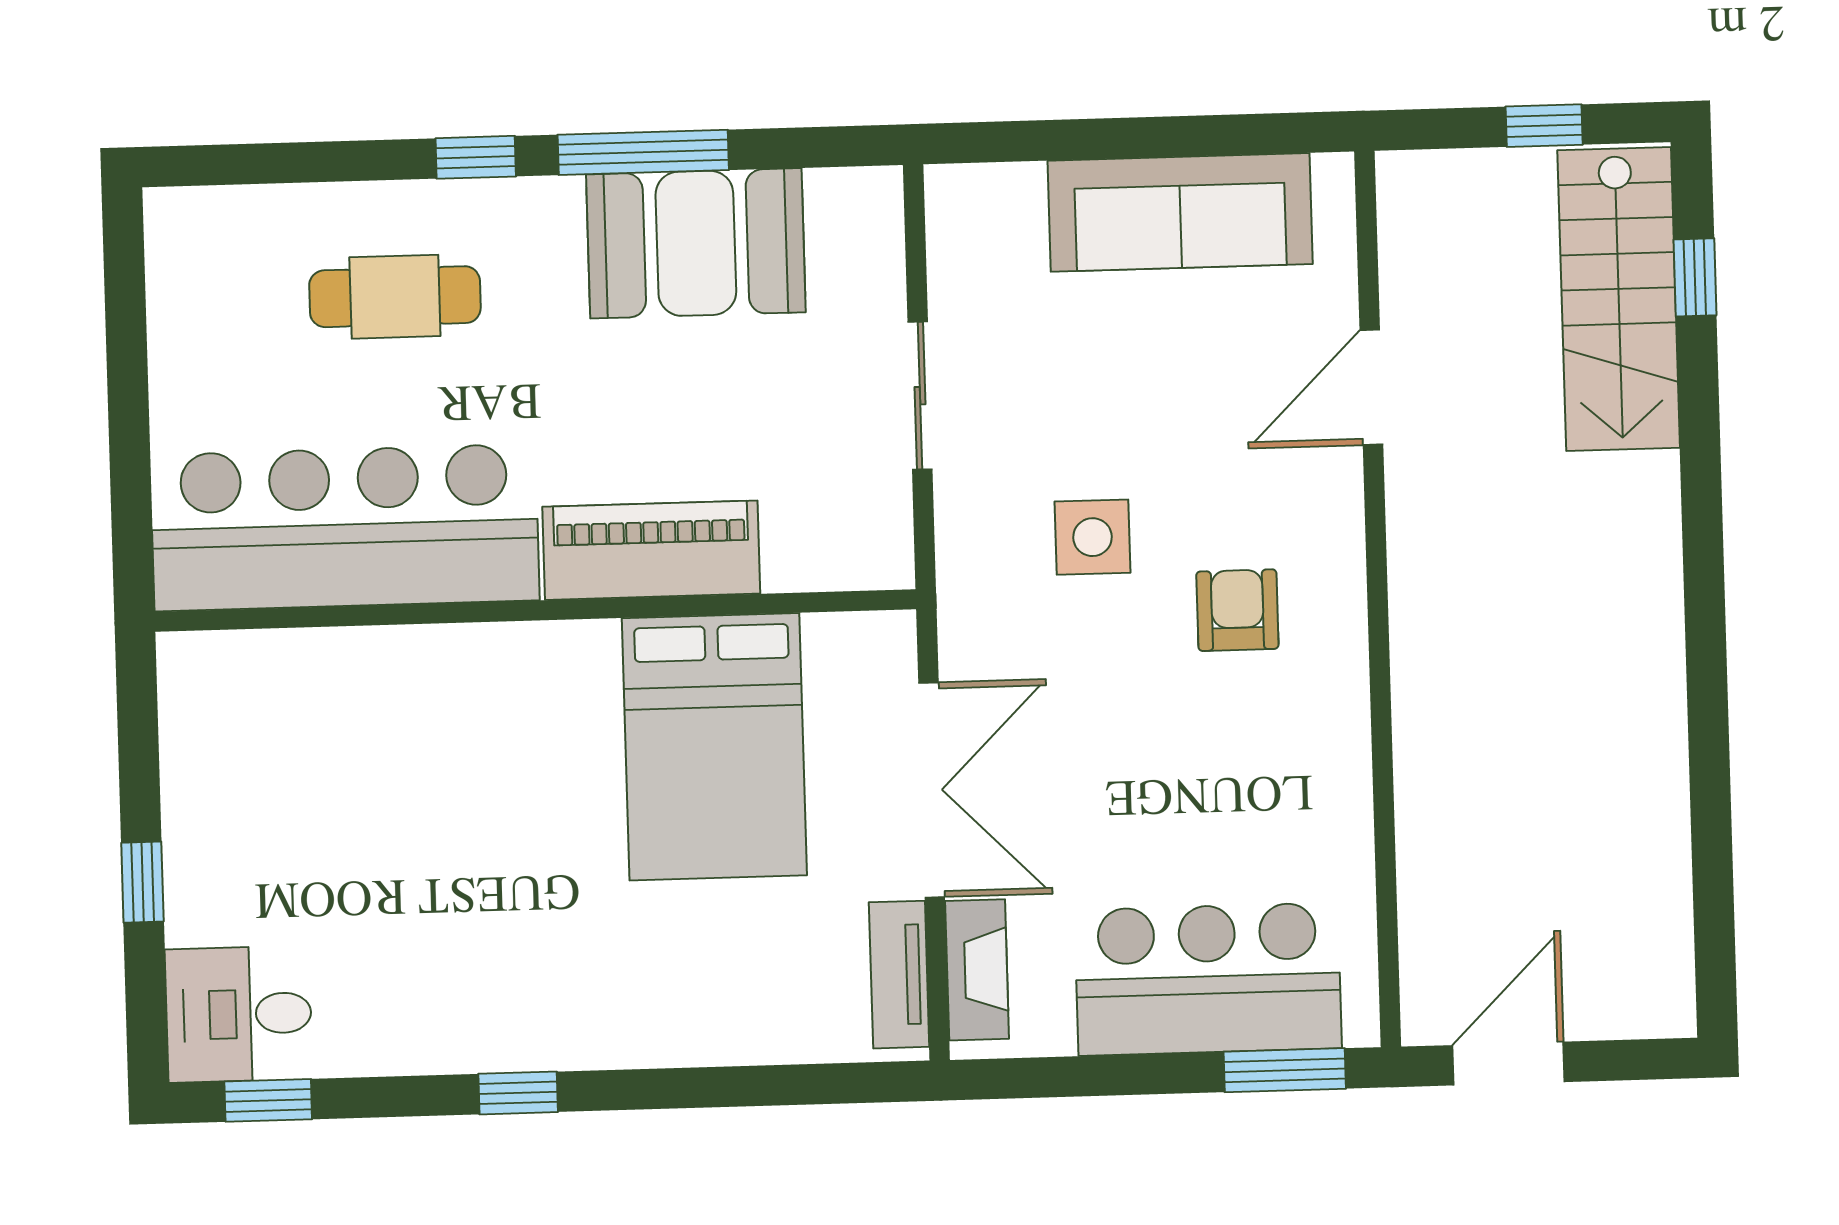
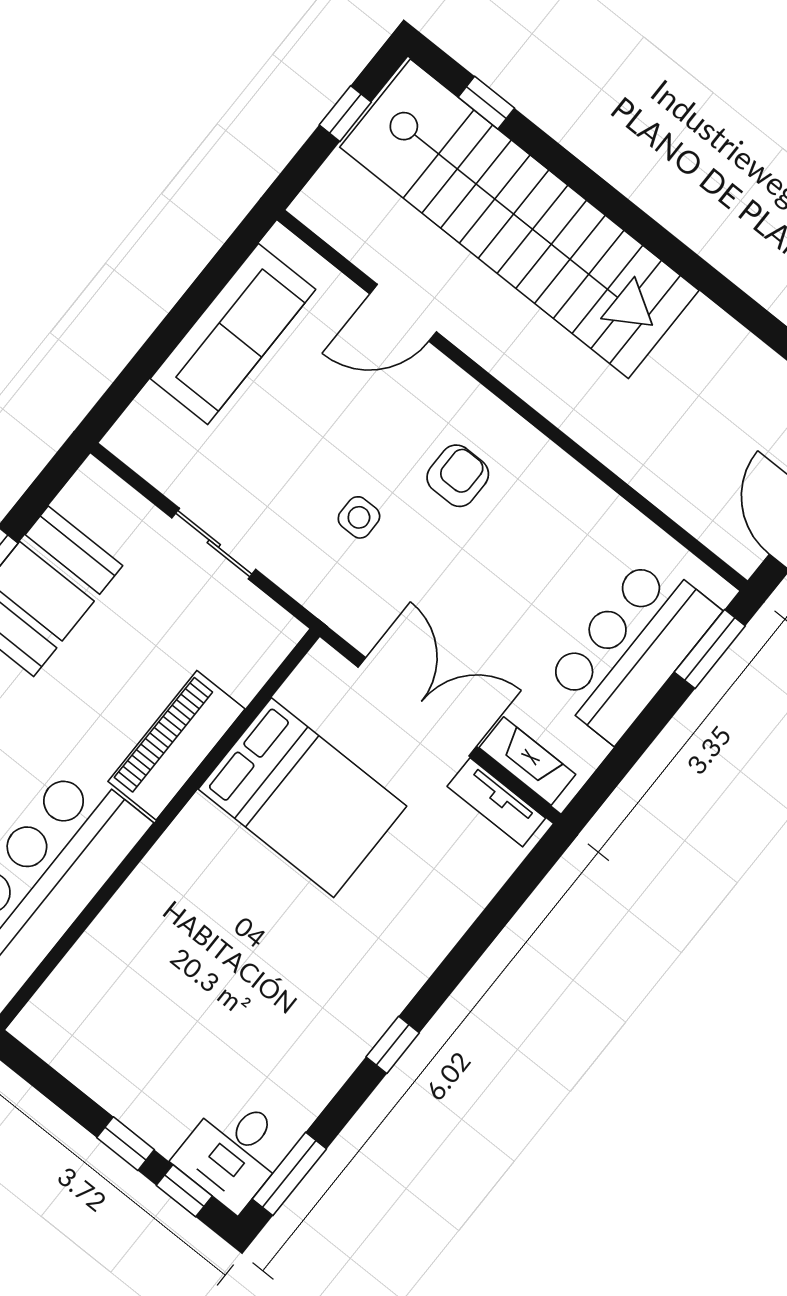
stairs: (1619, 299) -> (519, 219), width x1.86, depth x1.51
door: (1371, 387) -> (403, 313), hinge flipped
side table: (1092, 537) -> (359, 517), width x0.73, depth x0.73
armchair: (1237, 610) -> (458, 476), turned 90
window: (146, 996) -> (184, 1191), added
window: (268, 1100) -> (289, 1174), width x1.50

